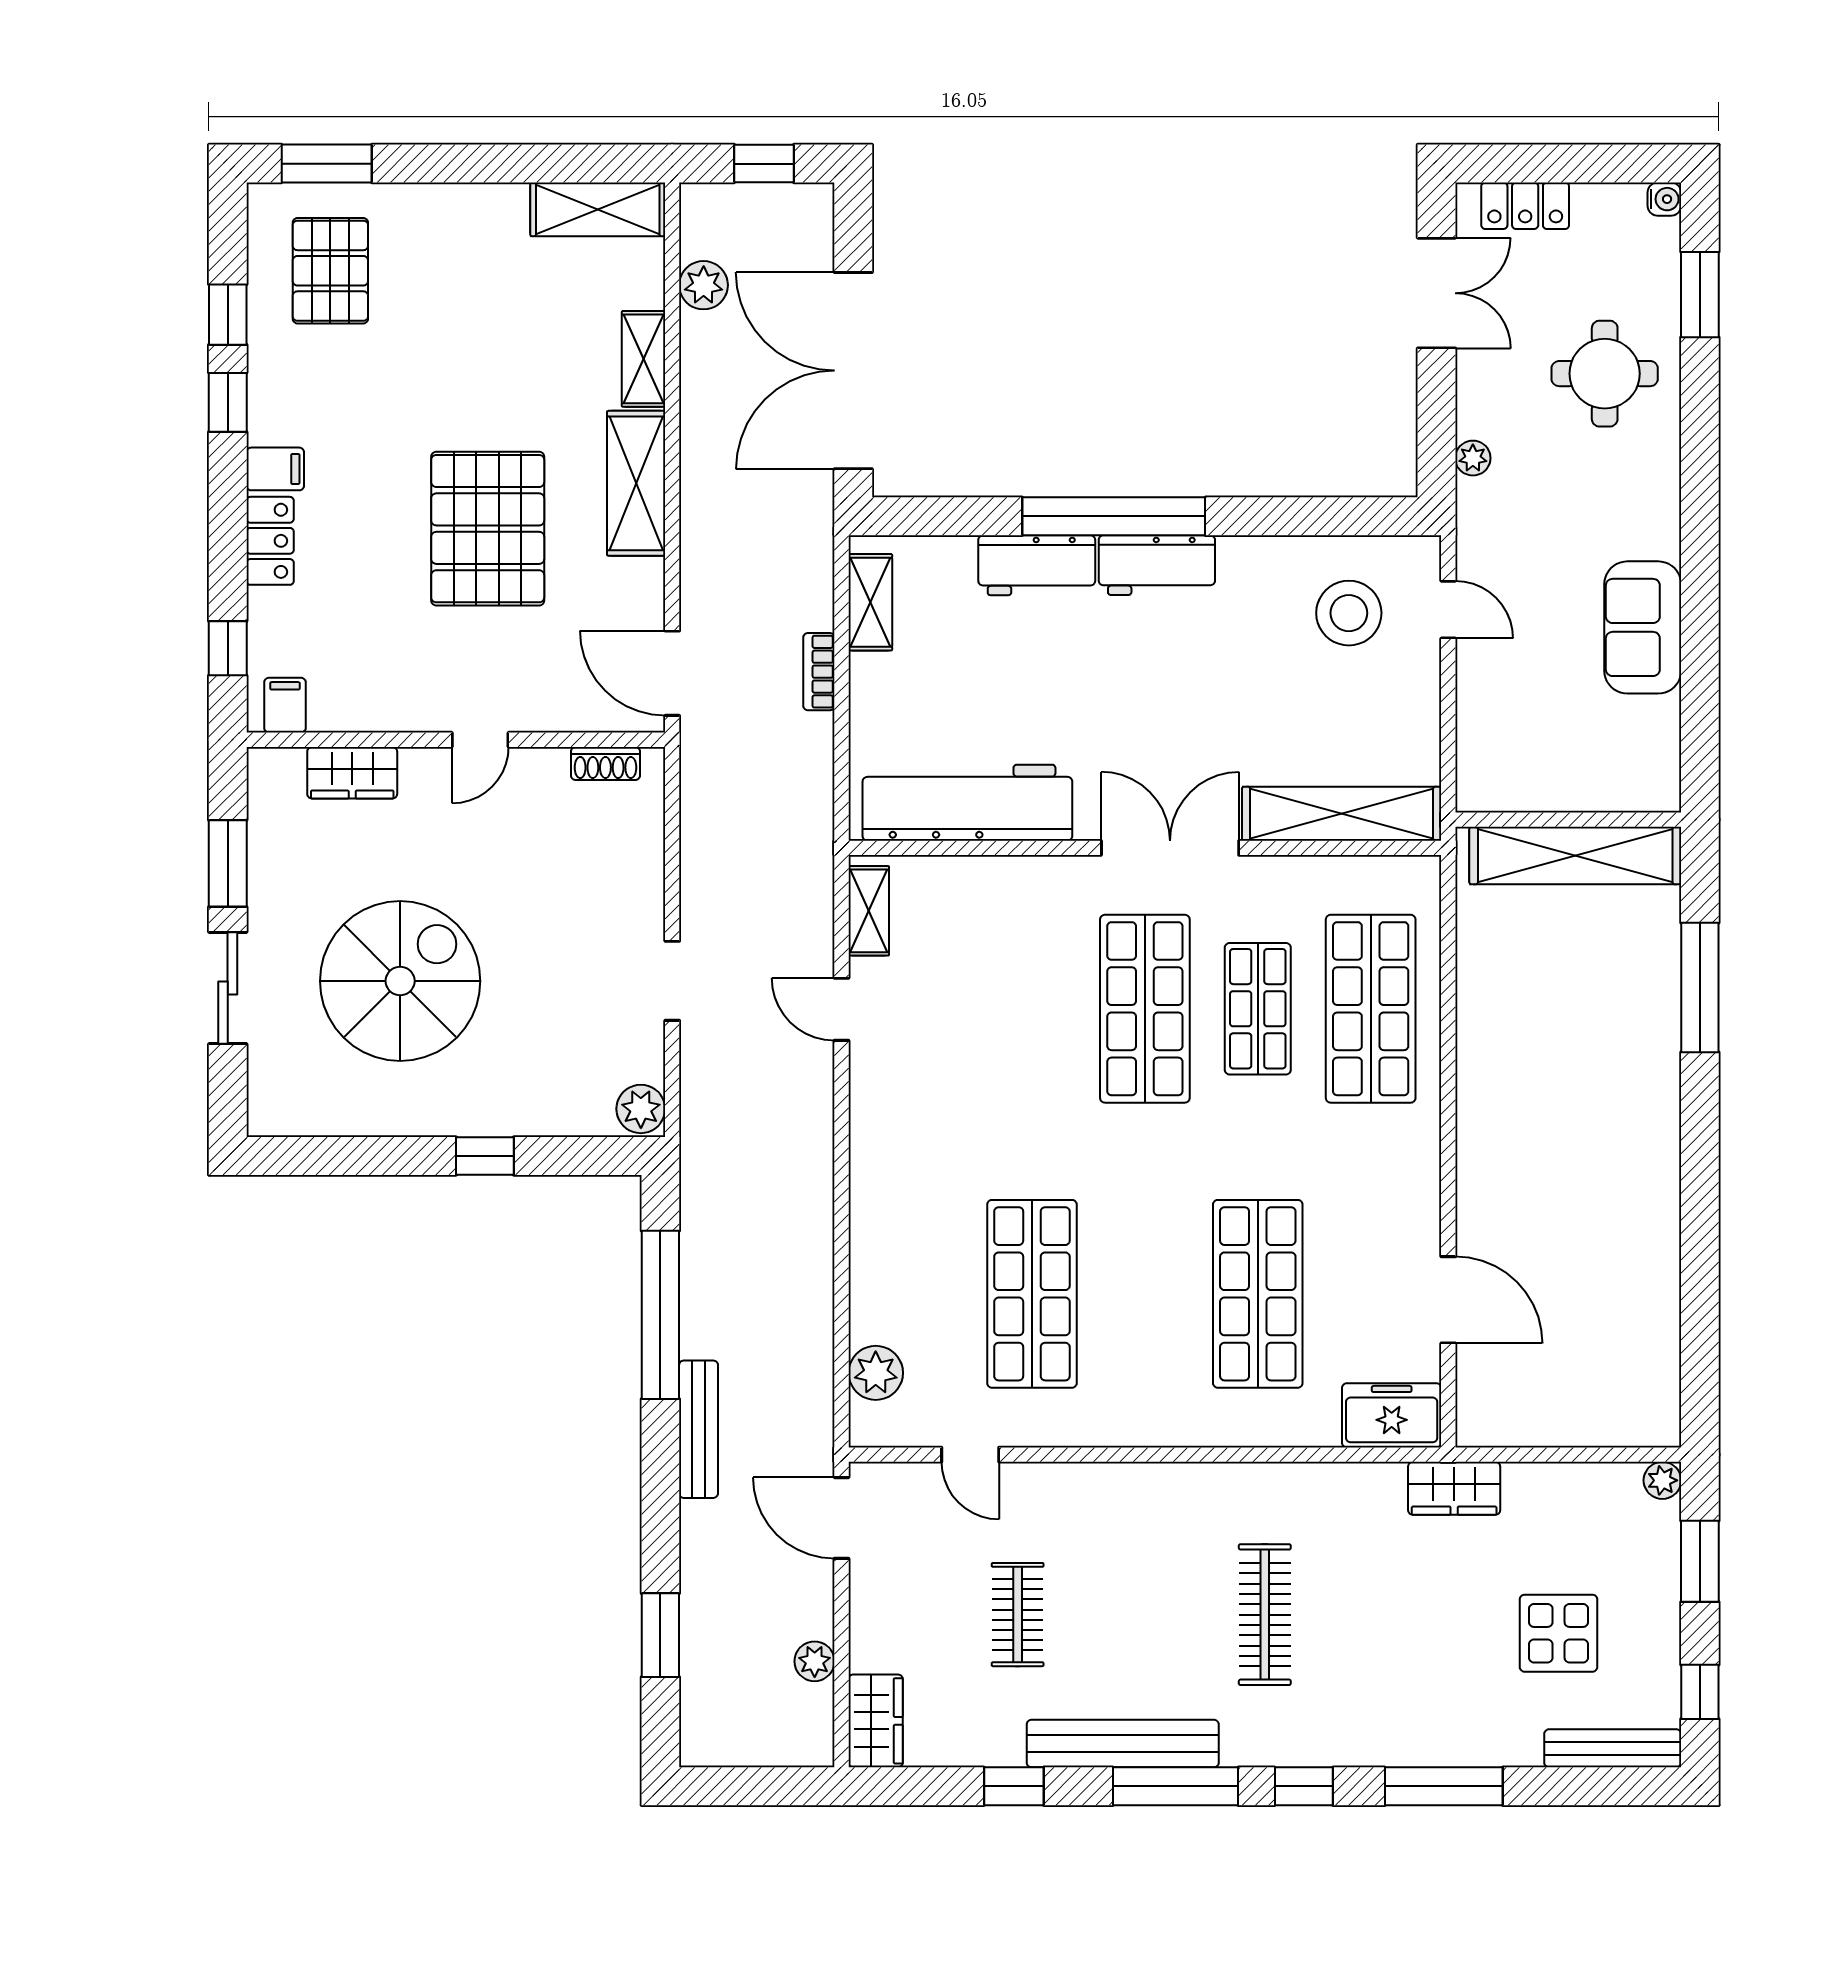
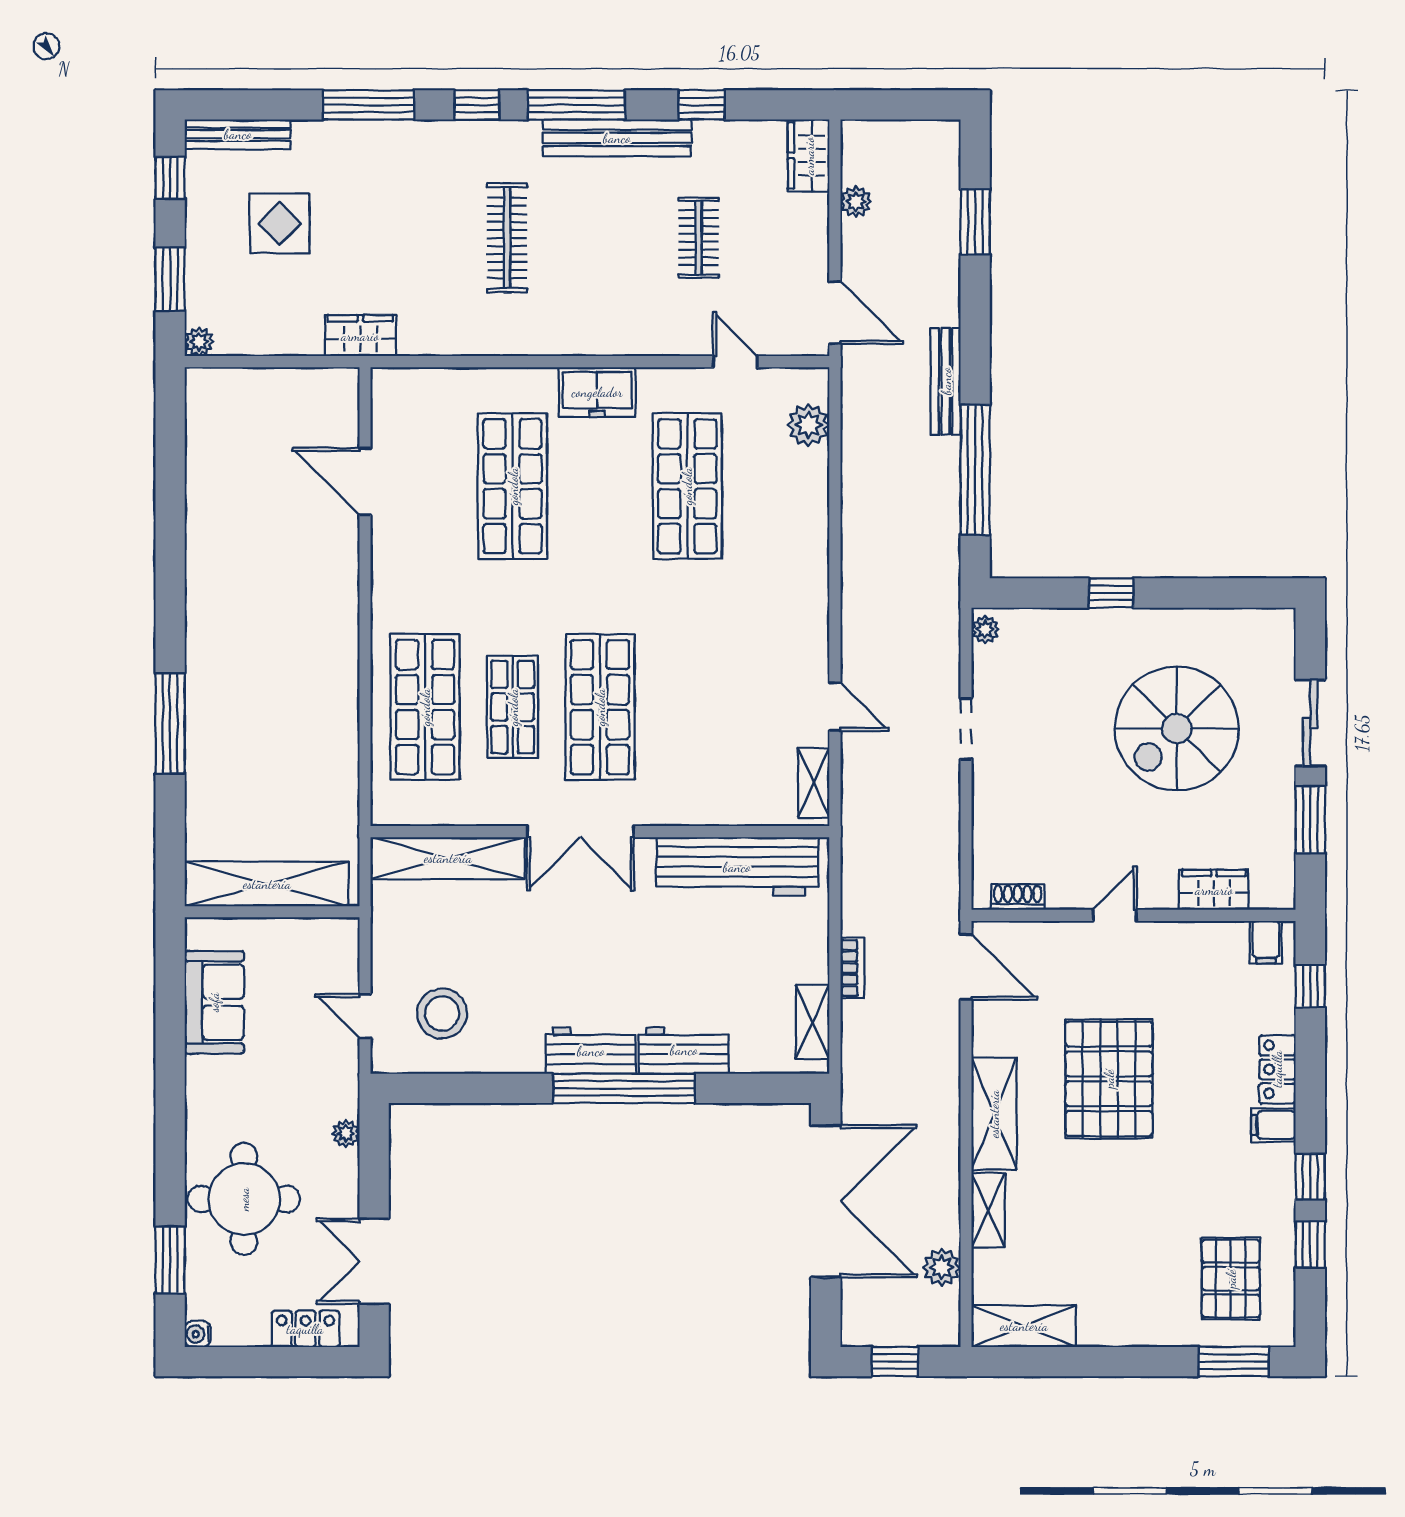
round table: (1605, 374) -> (244, 1199), width x1.36, depth x1.36
wall: (1568, 820) -> (272, 912), moved
shelving: (1575, 856) -> (267, 884), moved
plant: (641, 1109) -> (985, 629), width x0.73, depth x0.73
freezer: (1392, 1415) -> (597, 392), moved

